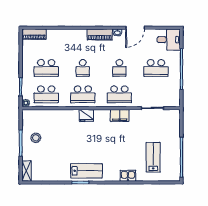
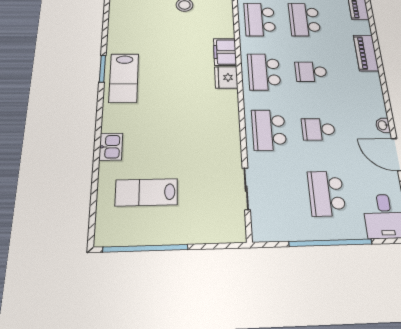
piano: (100, 35) -> (366, 53), moved
filing cabinet: (120, 115) -> (225, 52), moved
lab bench: (153, 157) -> (146, 192), turned 180

